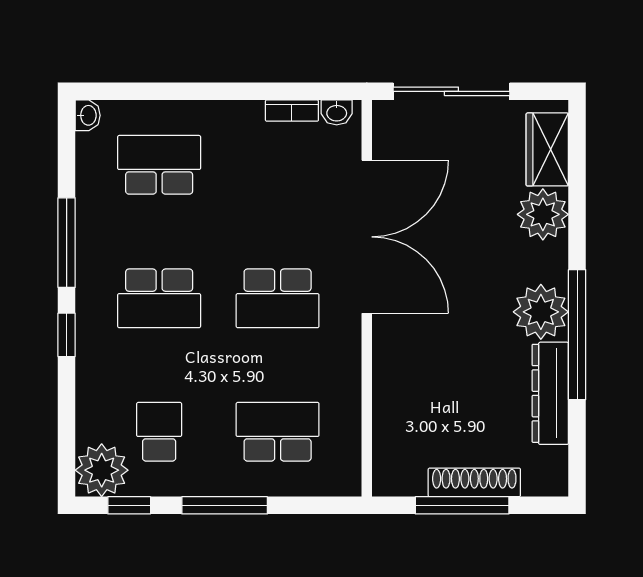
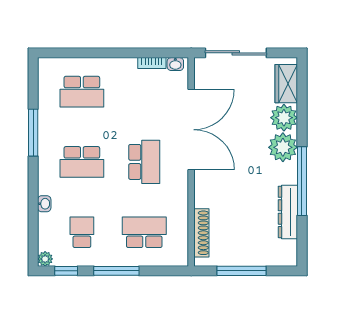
washbasin: (88, 115) -> (44, 204), moved
school desk: (159, 165) -> (82, 92), turned 180
school desk: (278, 298) -> (144, 162), turned -90
plant: (541, 312) -> (283, 147), moved
window: (67, 335) -> (33, 181), removed
plant: (102, 470) -> (45, 259), width x0.53, depth x0.53
shoe rack: (474, 482) -> (201, 233), moved, turned 90

